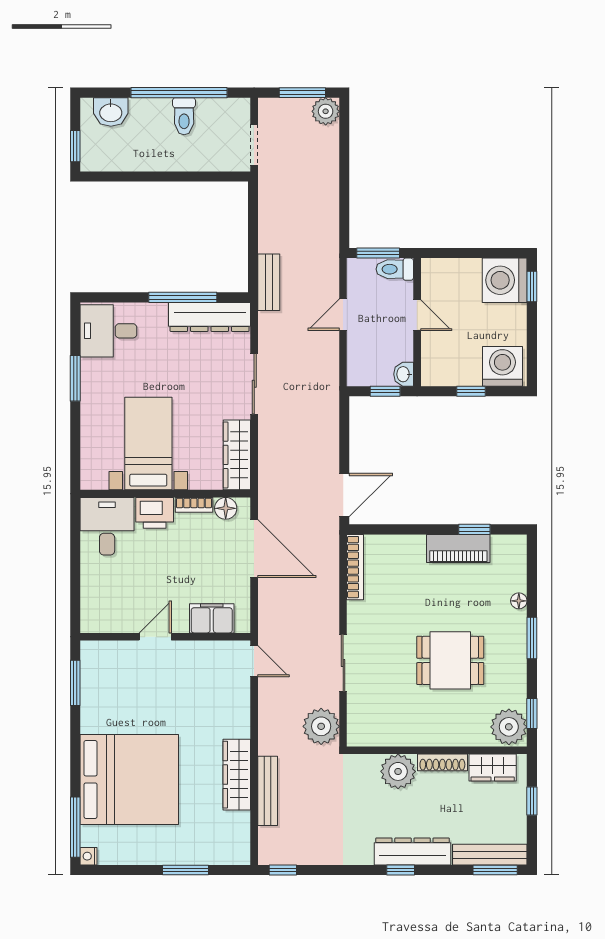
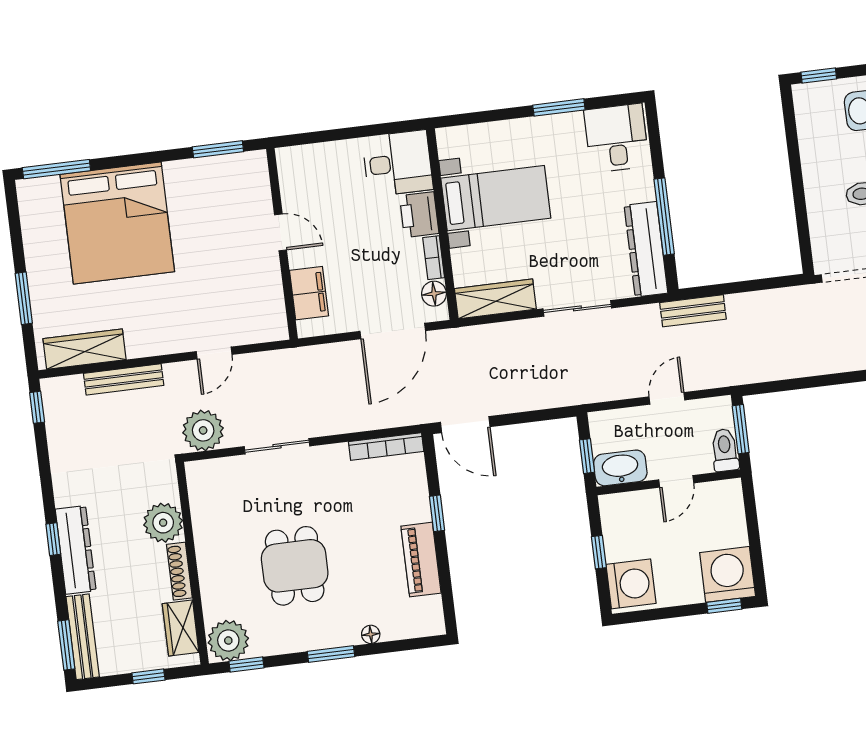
door: (343, 315) -> (667, 398), hinge flipped
washbasin: (404, 374) -> (620, 468), width x1.91, depth x1.45
window: (474, 529) -> (437, 513), moved
door: (254, 661) -> (214, 353), moved
wardrobe: (237, 775) -> (85, 349), moved
nightstand: (89, 856) -> (26, 188), removed

